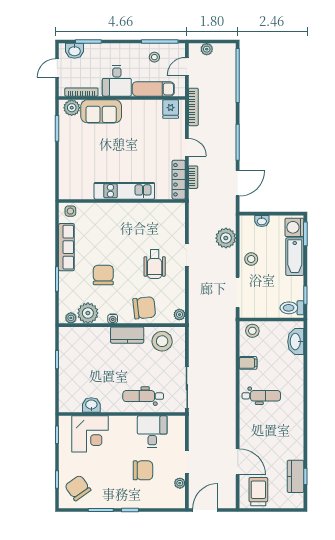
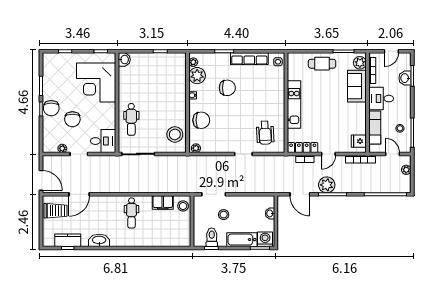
washbasin: (75, 51) -> (405, 78), moved
door: (57, 68) -> (391, 51), swing flipped
cafe table: (73, 155) -> (322, 64), added
plant: (226, 238) -> (327, 185), moved
stool: (251, 259) -> (224, 215), moved
wheelchair: (155, 264) -> (265, 133), moved, turned -93
chair: (144, 308) -> (201, 120), turned -84
toilet: (292, 308) -> (212, 237), moved
kitchen counter: (127, 335) -> (180, 107), removed
washbasin: (296, 342) -> (99, 240), moved
filing cabinet: (248, 363) -> (163, 203), width x2.00
dental chair: (143, 396) -> (131, 119), turned 180
washbasin: (91, 405) -> (124, 60), moved
desk: (152, 432) -> (103, 141), moved
corner desk: (90, 434) -> (96, 83), width x1.36, depth x1.36
chair: (78, 488) -> (51, 108), moved, turned 125
door: (205, 510) -> (41, 180), moved

